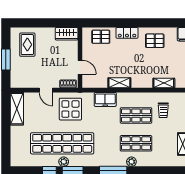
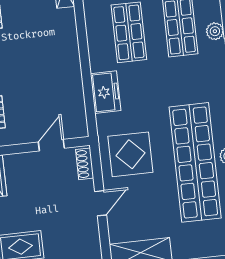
shelving: (119, 83) -> (72, 70), removed

